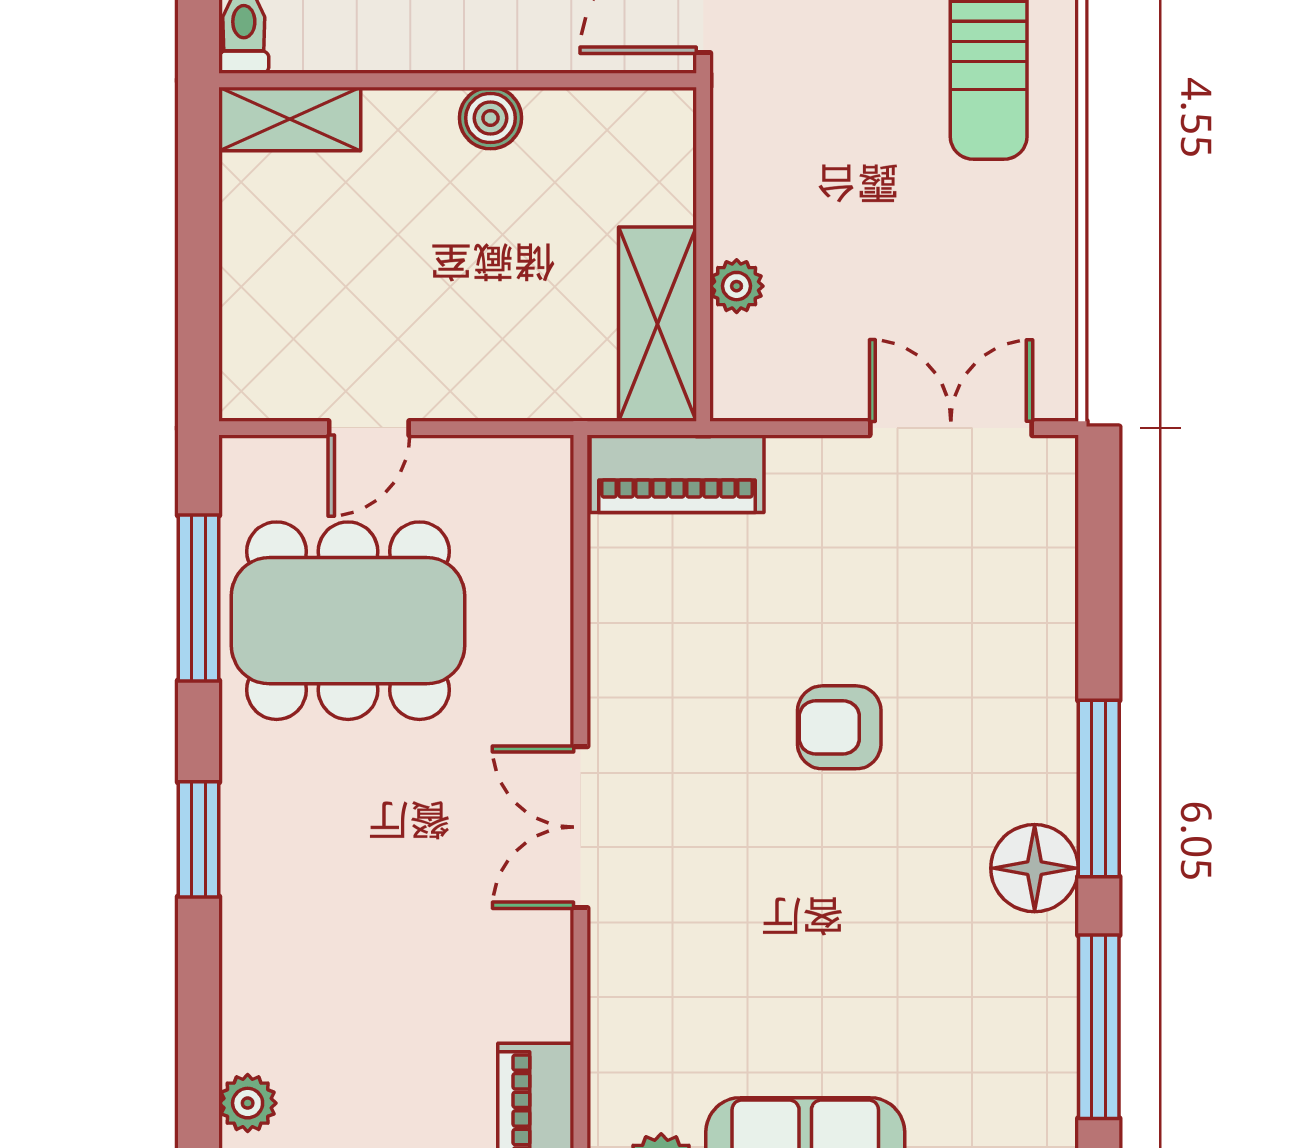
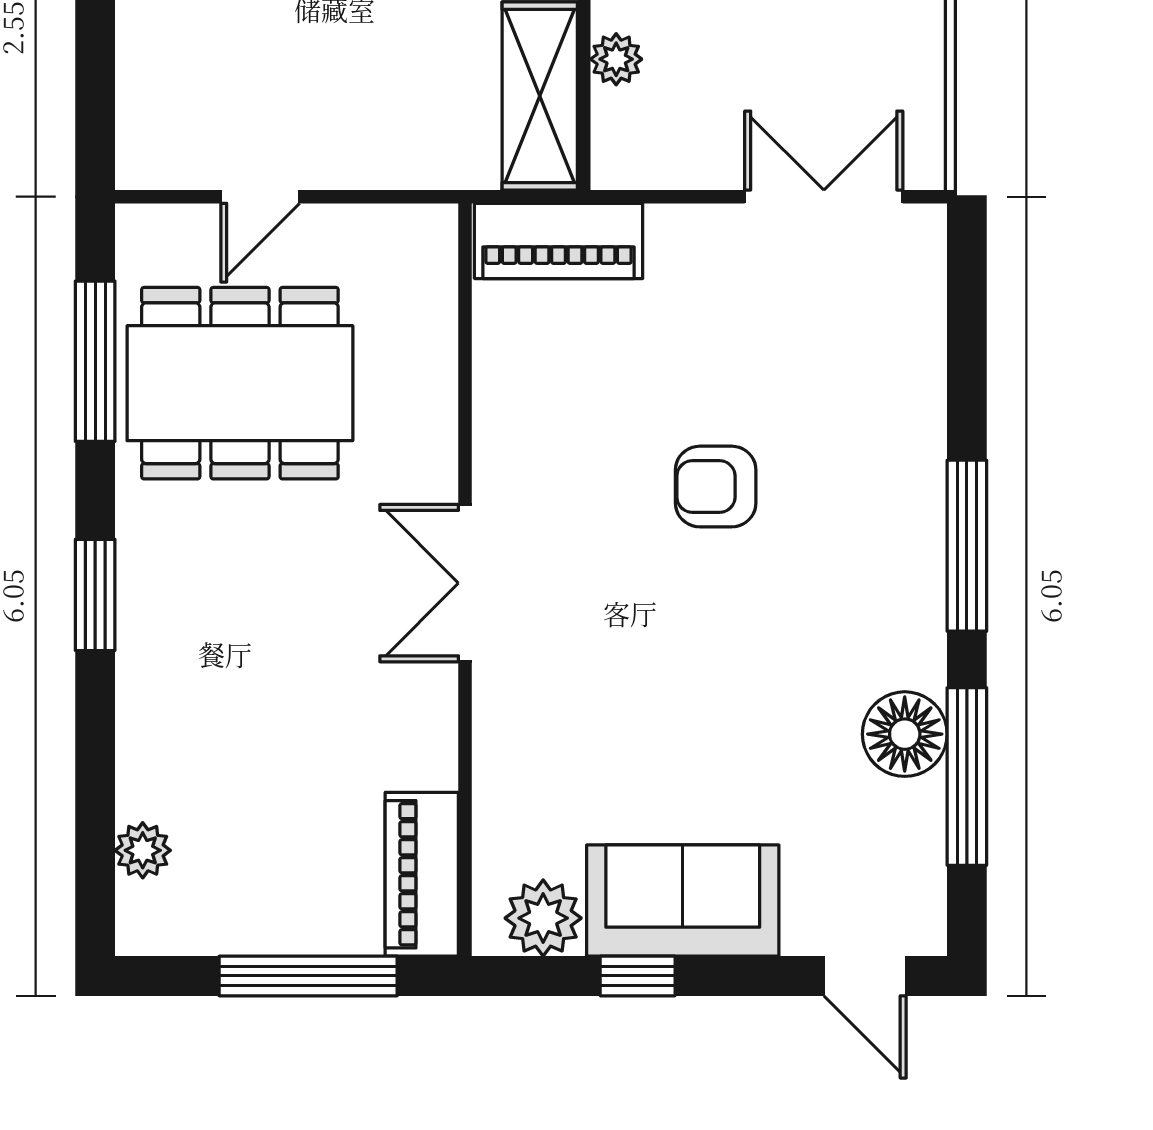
floor lamp: (1035, 868) -> (905, 734), moved

